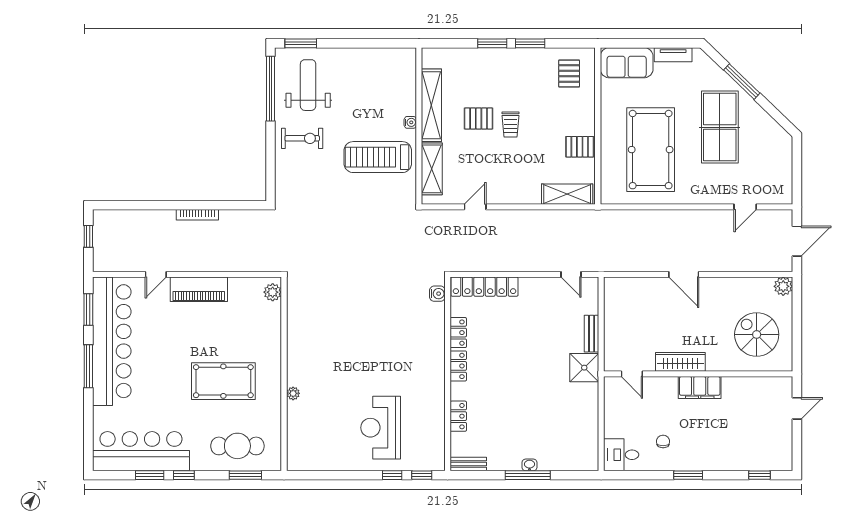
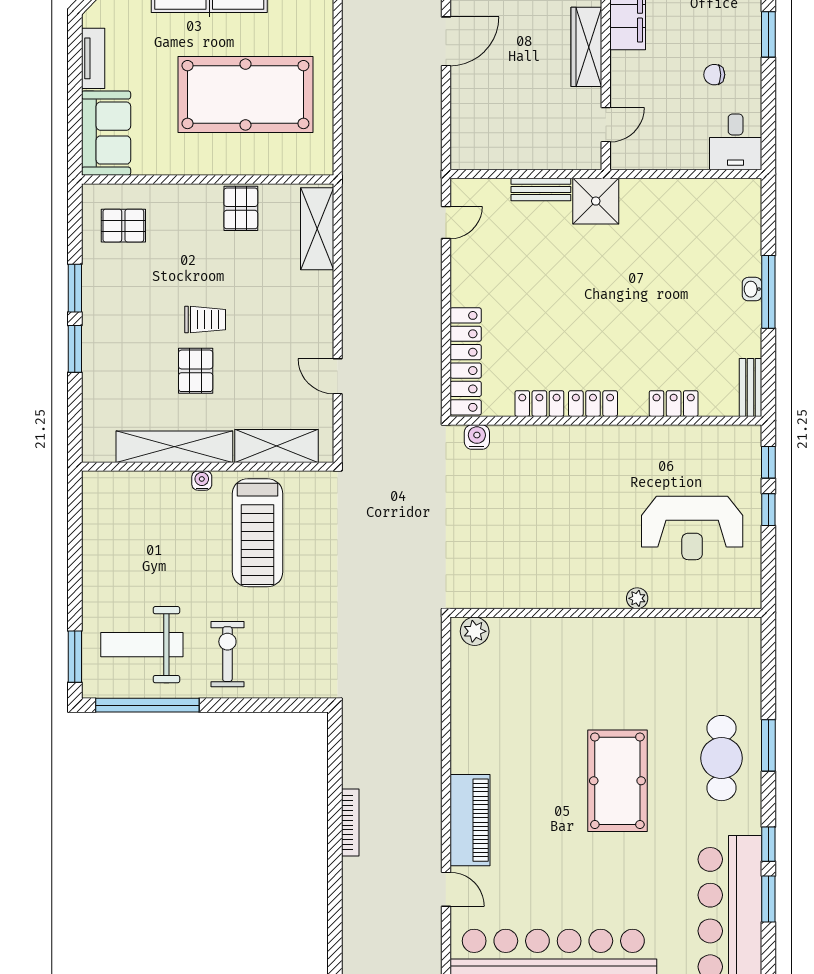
plant: (273, 292) -> (475, 631), moved
wall: (284, 374) -> (606, 613), moved
plant: (293, 393) -> (637, 598), moved

